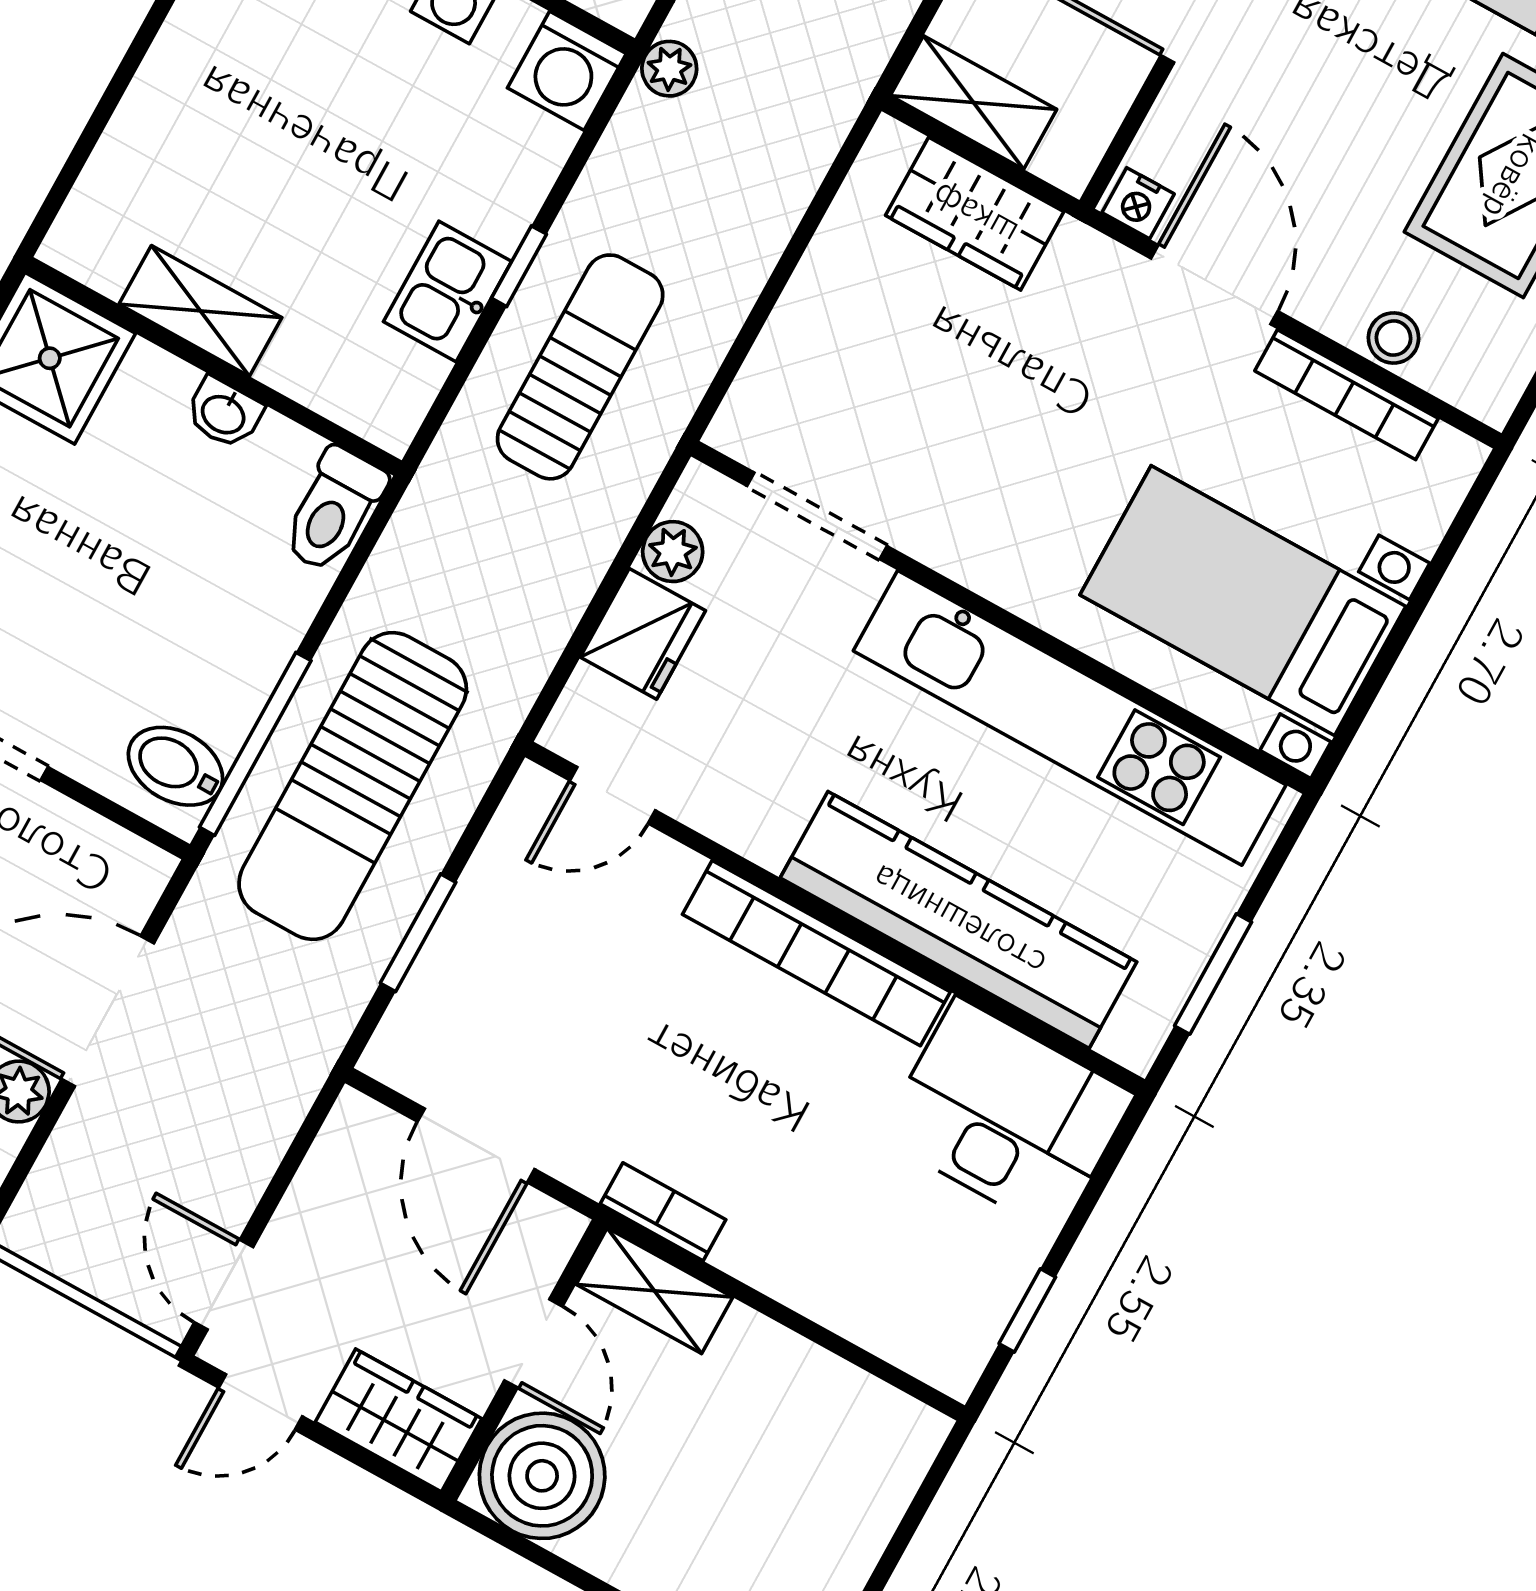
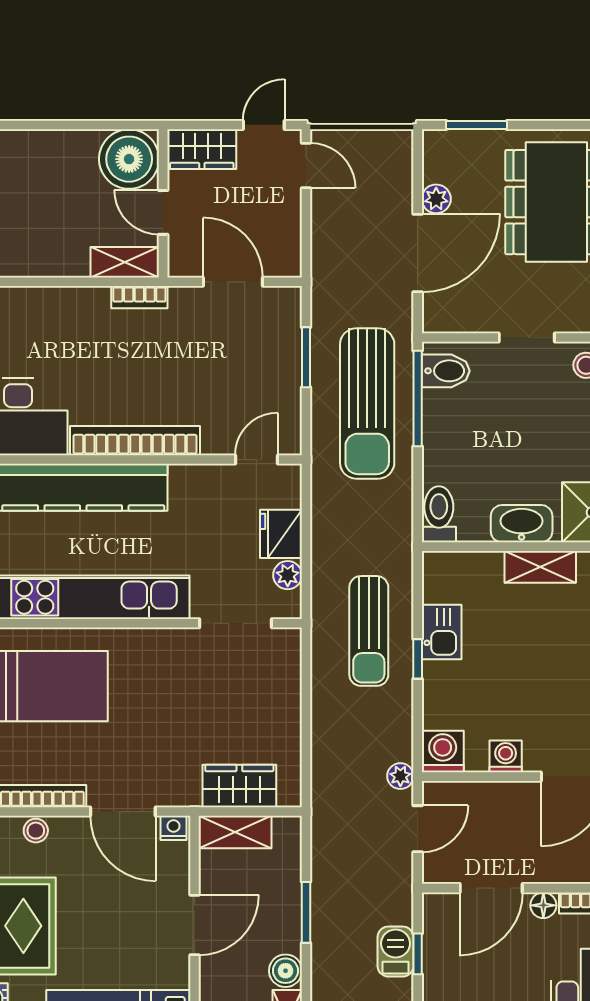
shelving: (973, 103) -> (235, 832), moved
washbasin: (224, 413) -> (522, 524), width x1.91, depth x1.45
sun lounger: (353, 786) -> (367, 403), turned 180

